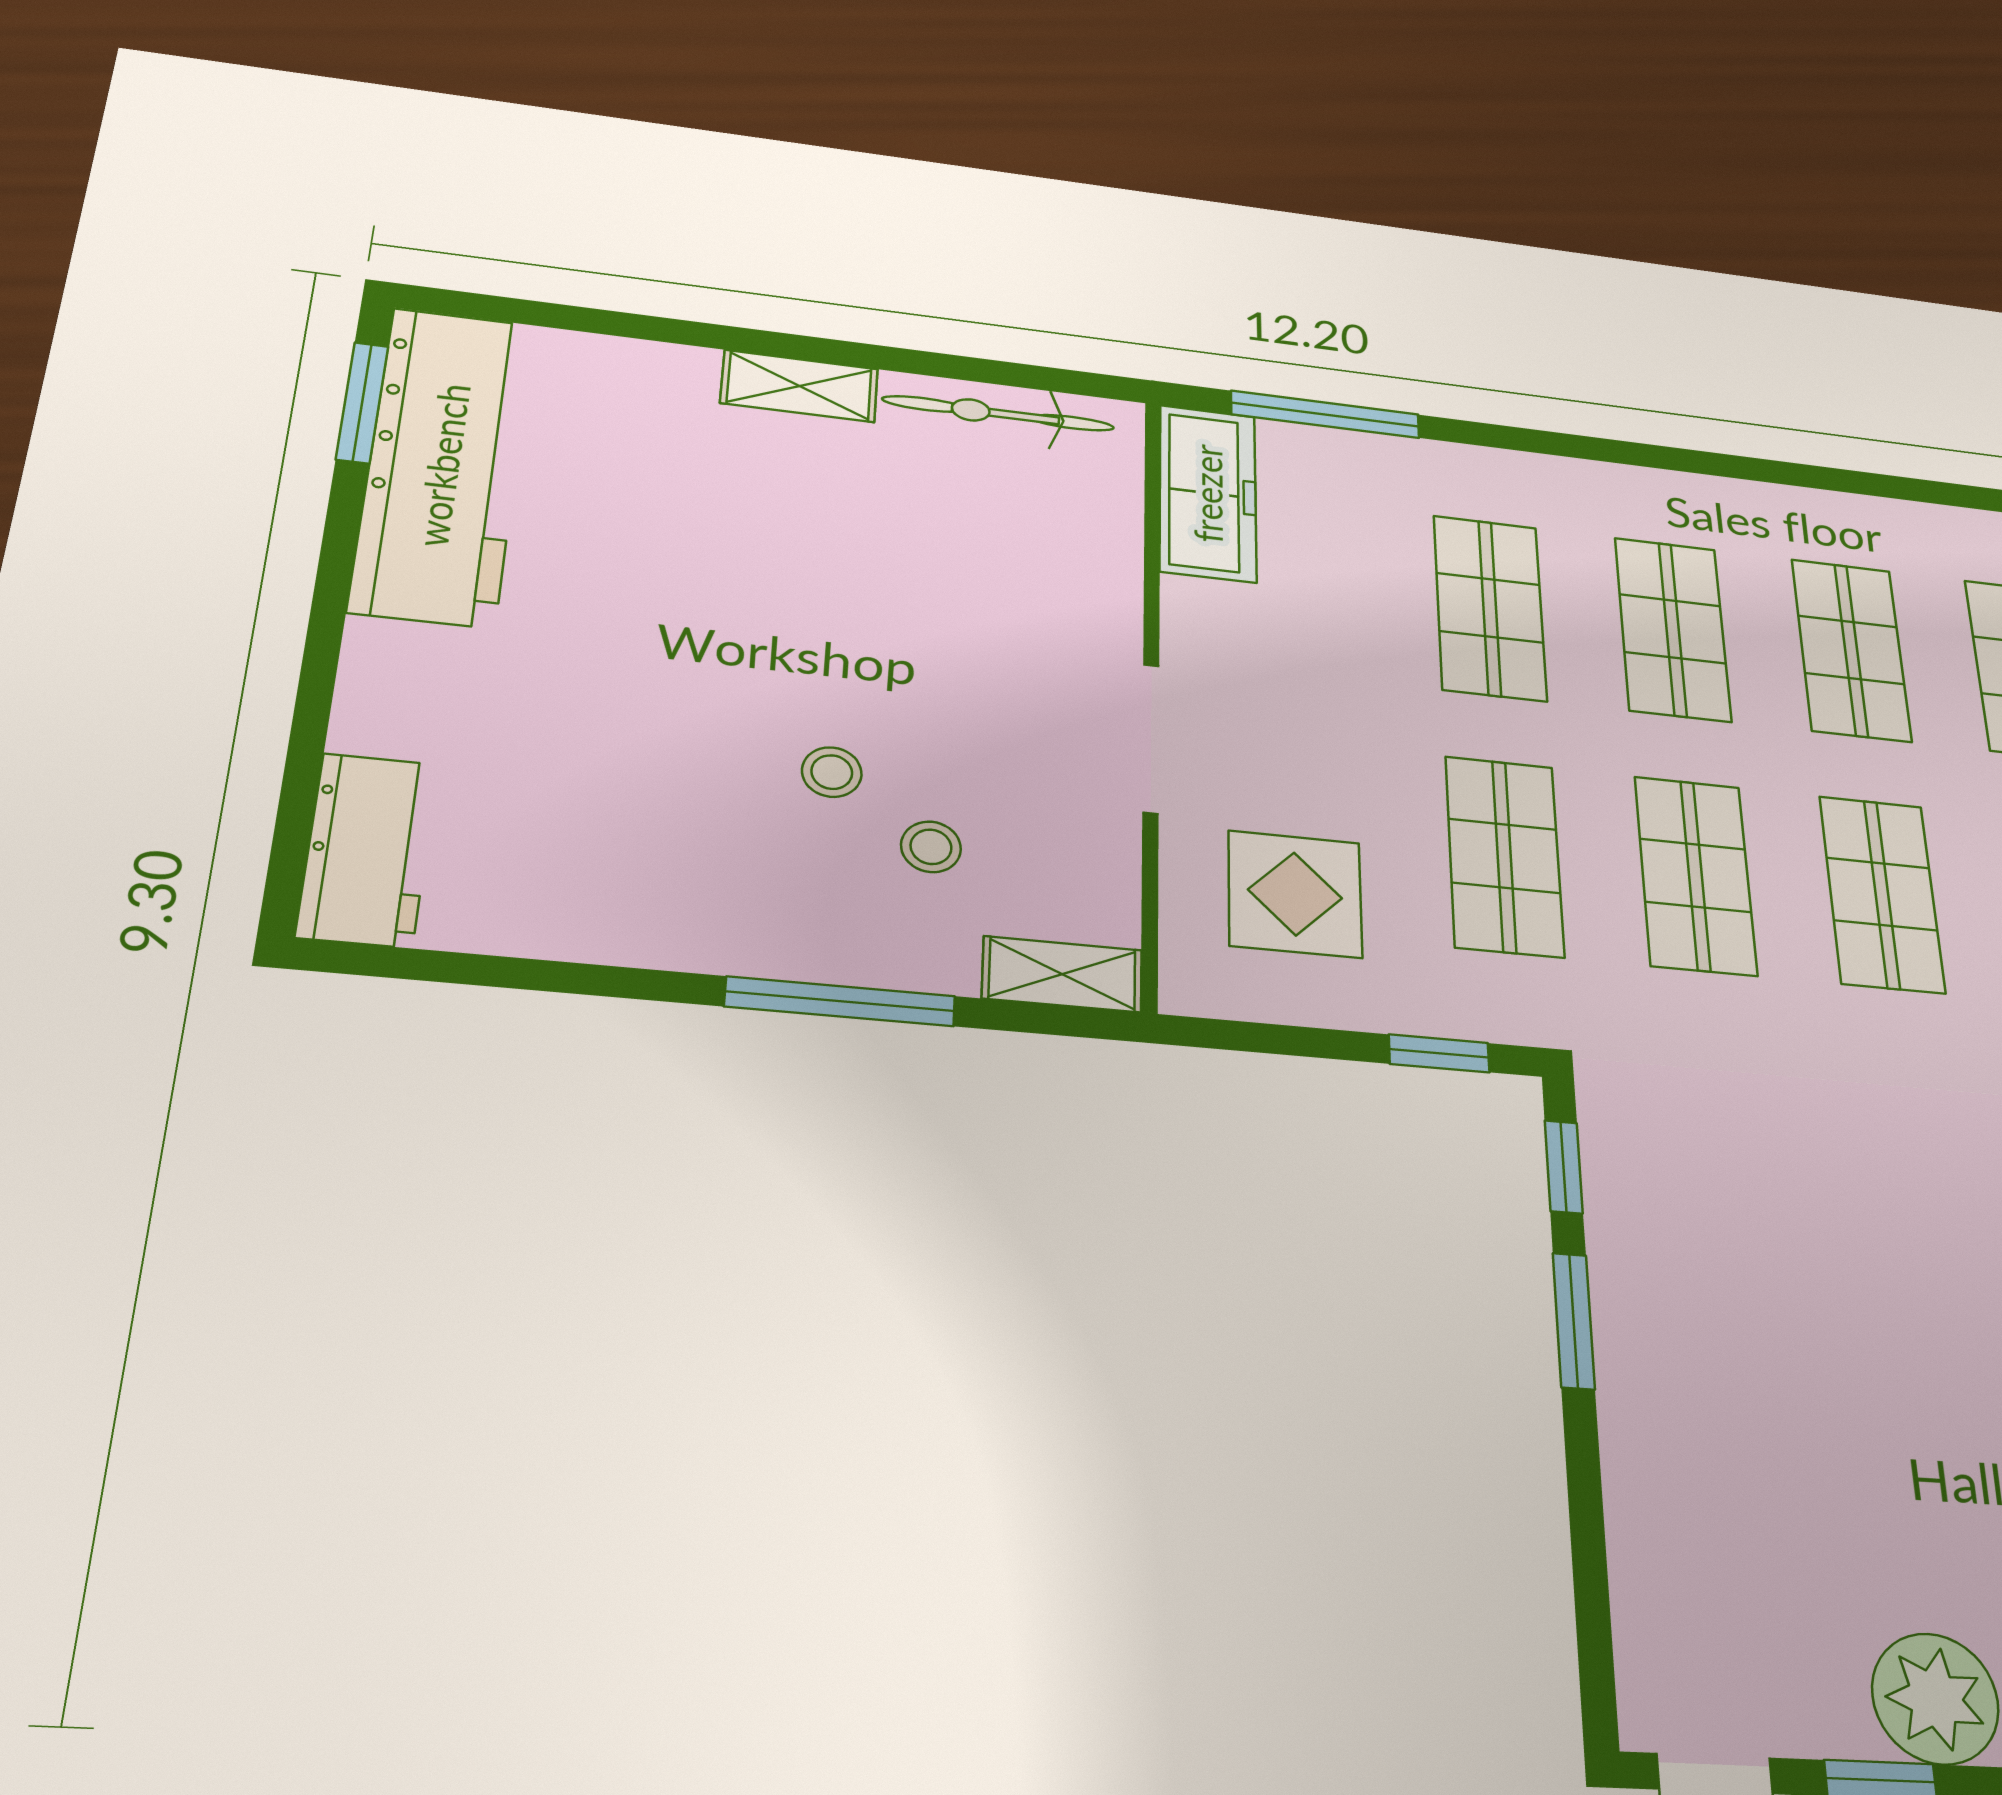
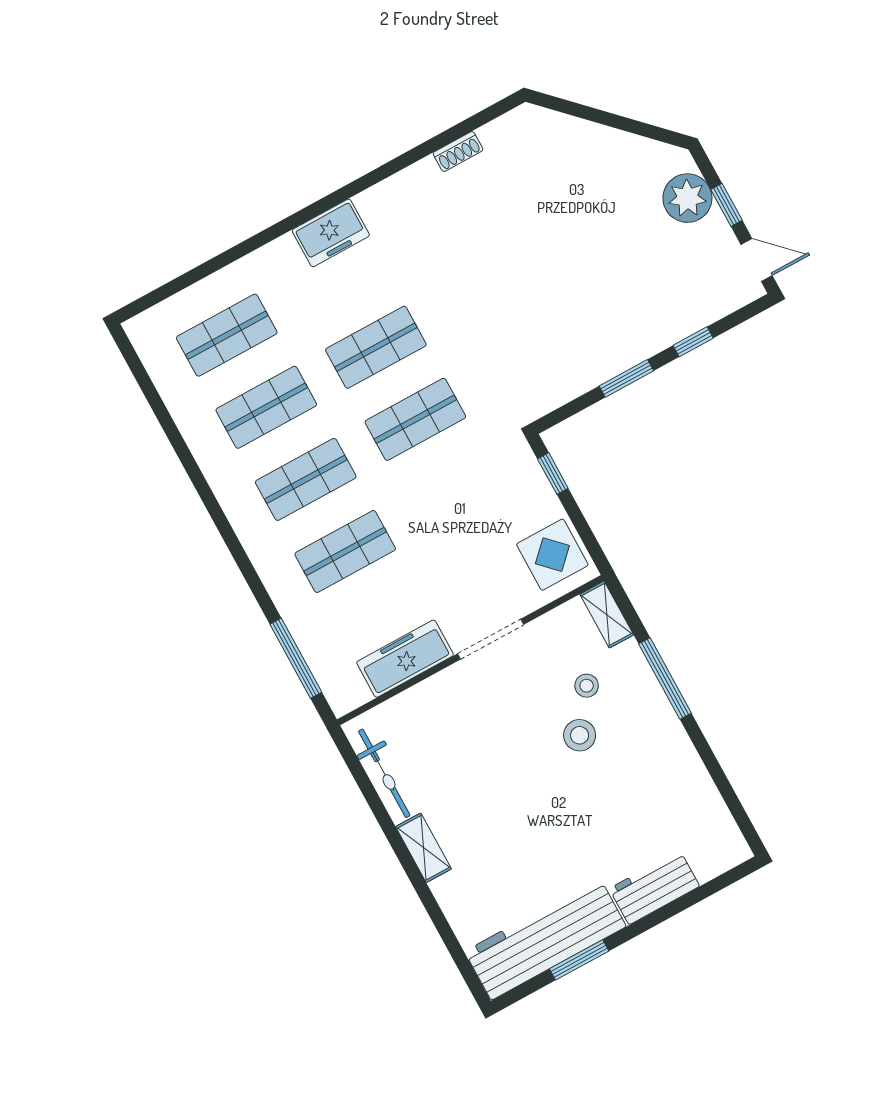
window: (362, 403) -> (579, 960), moved
freezer: (1208, 493) -> (405, 659), moved
stool: (832, 772) -> (580, 735), width x1.37, depth x1.37
workbench: (367, 850) -> (654, 887), moved
shop shelf: (1504, 856) -> (455, 491), removed
display table: (1295, 894) -> (552, 555), moved
window: (1564, 1167) -> (693, 342), moved

